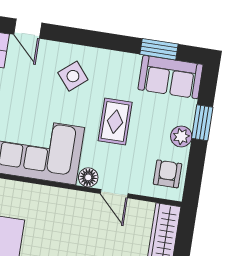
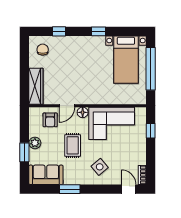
window: (159, 49) -> (70, 189), moved
armchair: (167, 174) -> (50, 120), moved
door: (114, 194) -> (67, 106), swing flipped

